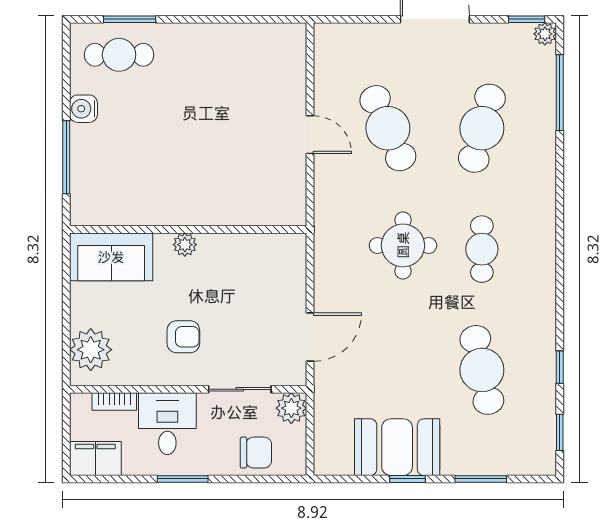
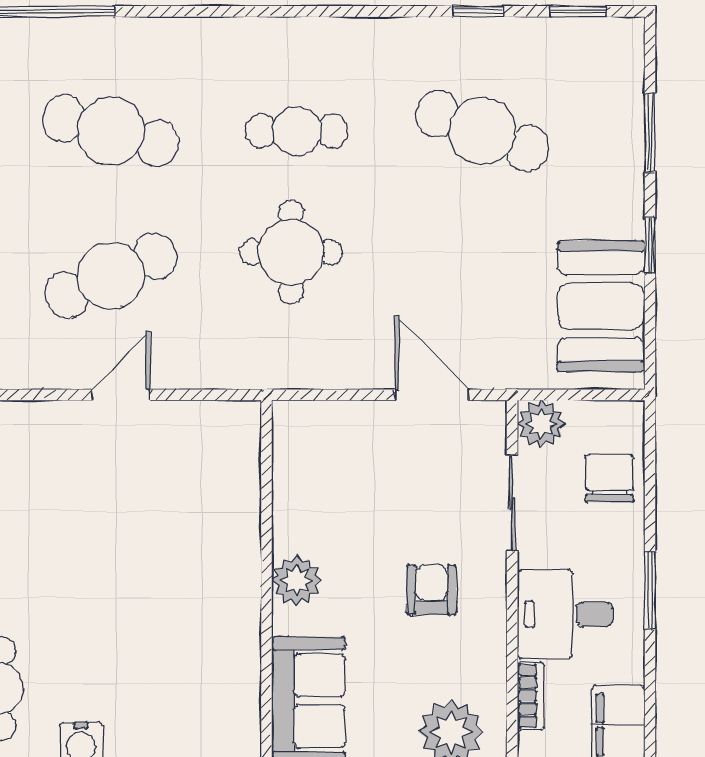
plant: (185, 245) -> (297, 581), width x1.38, depth x1.38
cafe table: (482, 370) -> (482, 131), turned 33
booth: (397, 447) -> (601, 306), moved

